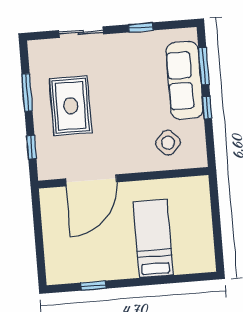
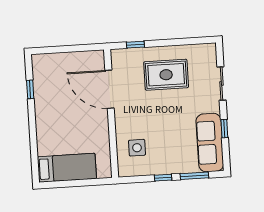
sofa: (185, 80) -> (210, 143), moved, turned -90
window: (27, 92) -> (177, 42), removed
side table: (168, 143) -> (137, 148), turned 45
bed: (153, 239) -> (67, 168), moved

